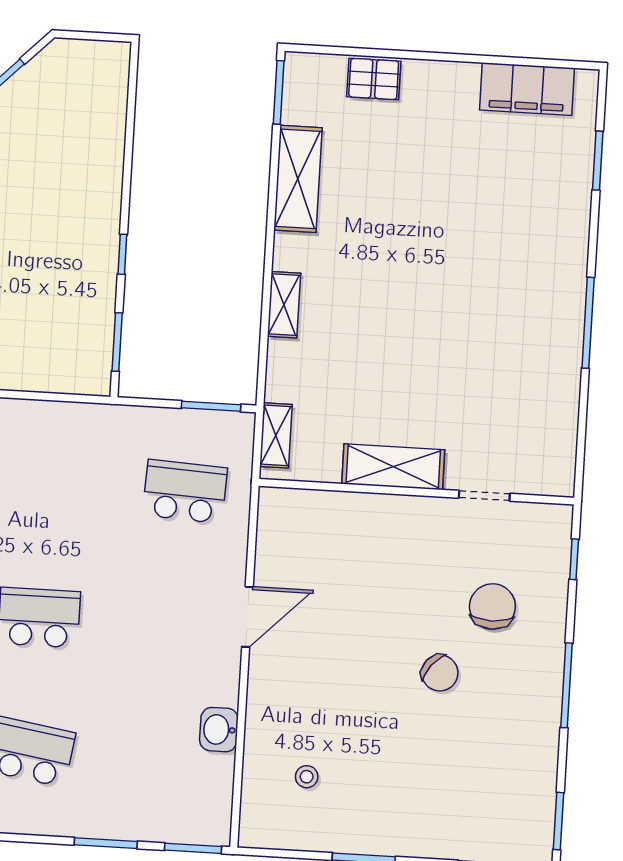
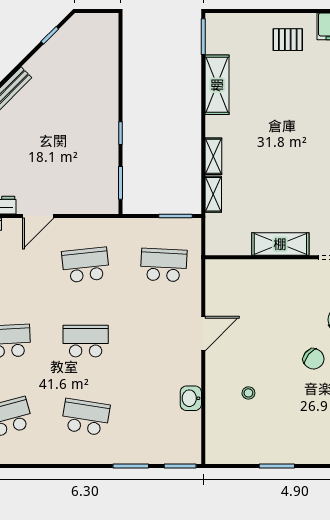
pallet: (374, 79) -> (288, 40), moved
shelving: (276, 435) -> (213, 194), moved
school desk: (47, 483) -> (86, 265), added
stool: (307, 777) -> (248, 393), moved

